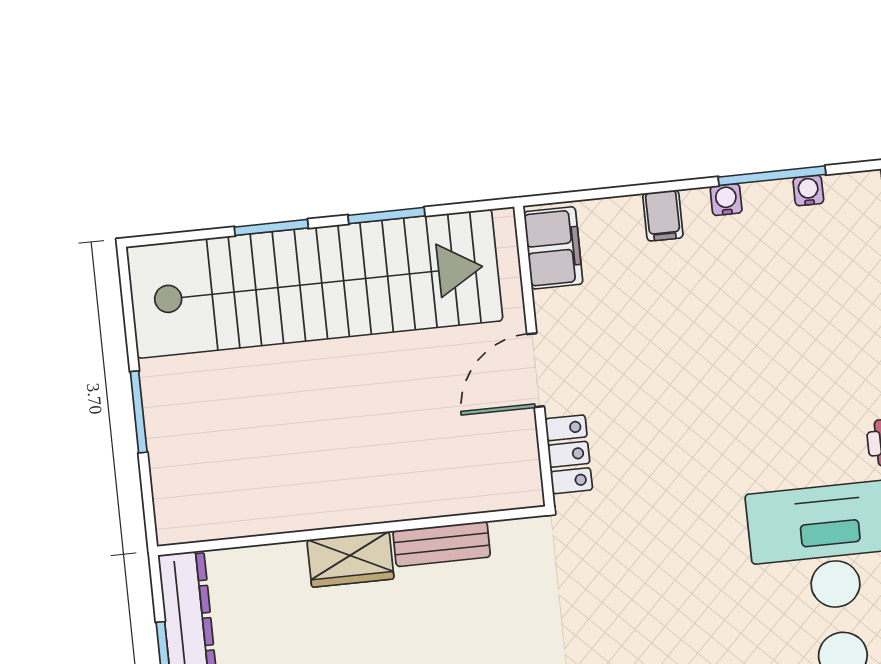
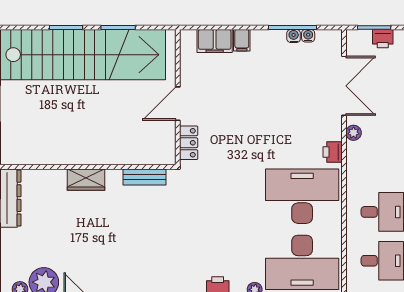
water cooler: (726, 200) -> (294, 36), moved
filing cabinet: (553, 248) -> (215, 41), moved, turned 90
bench: (442, 544) -> (144, 177), moved

